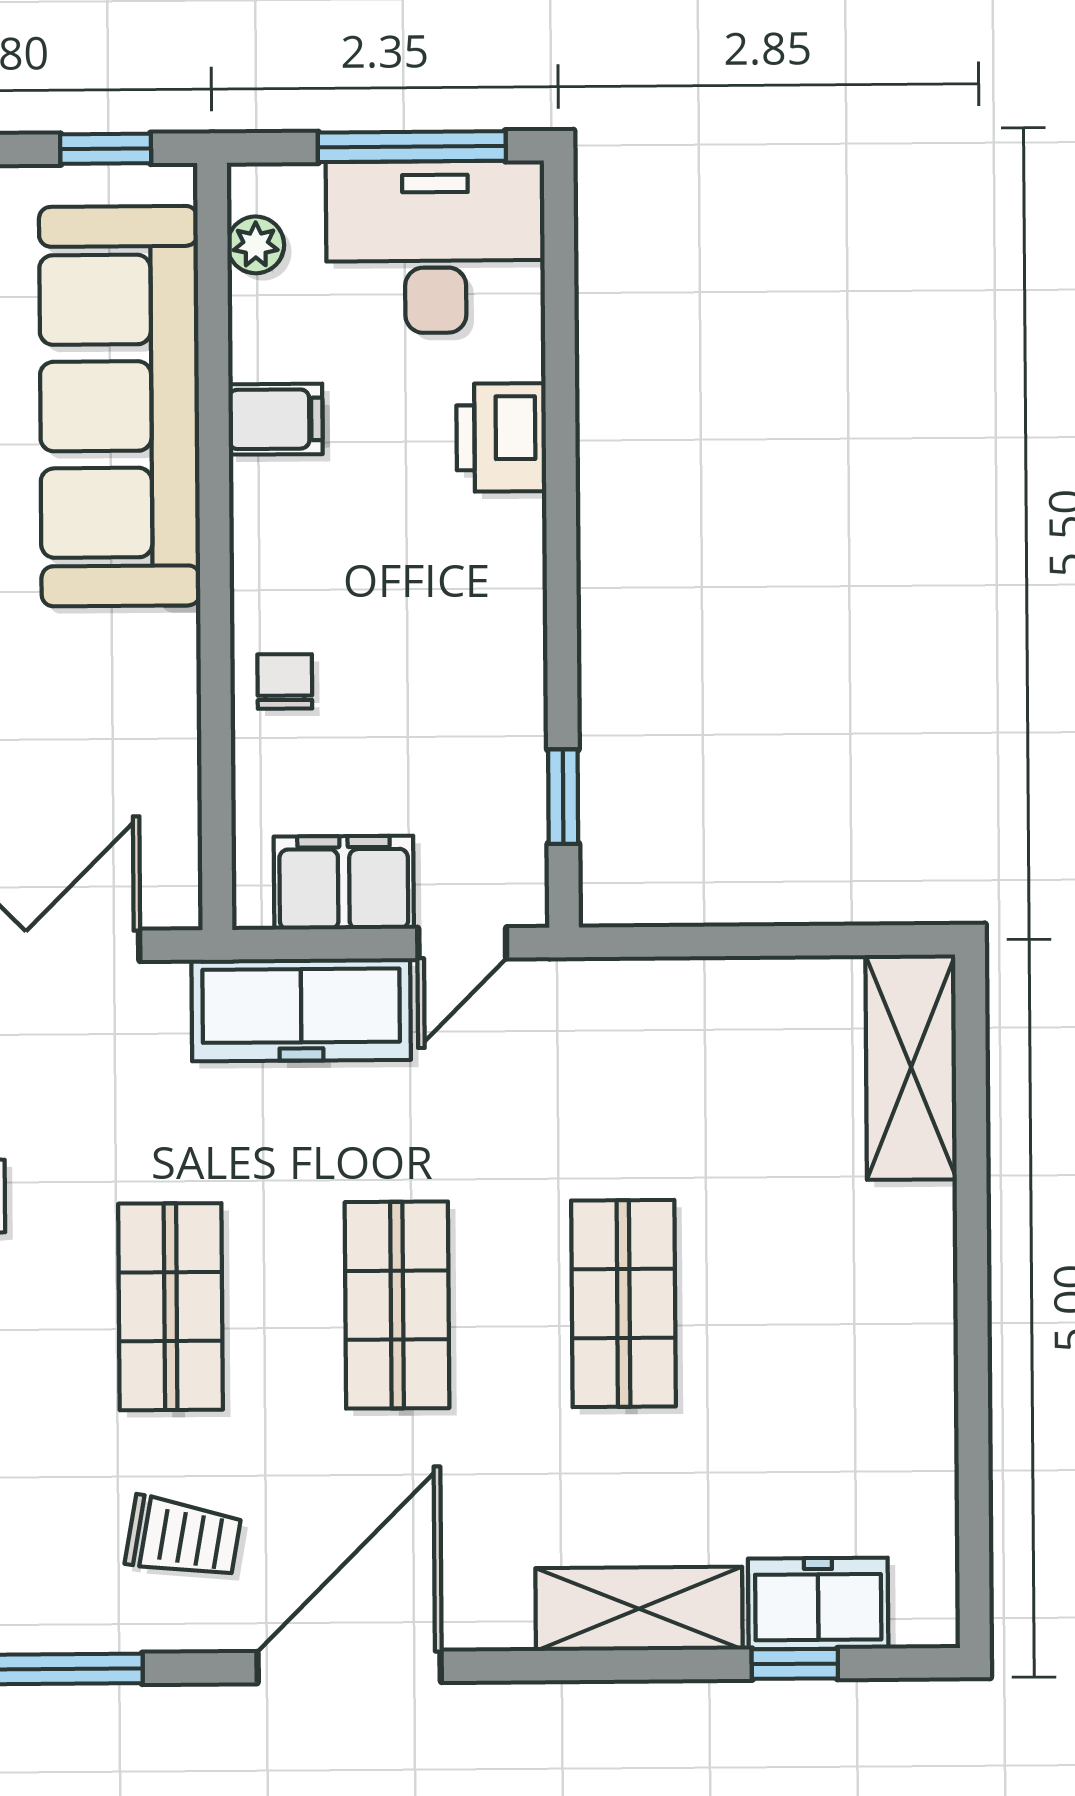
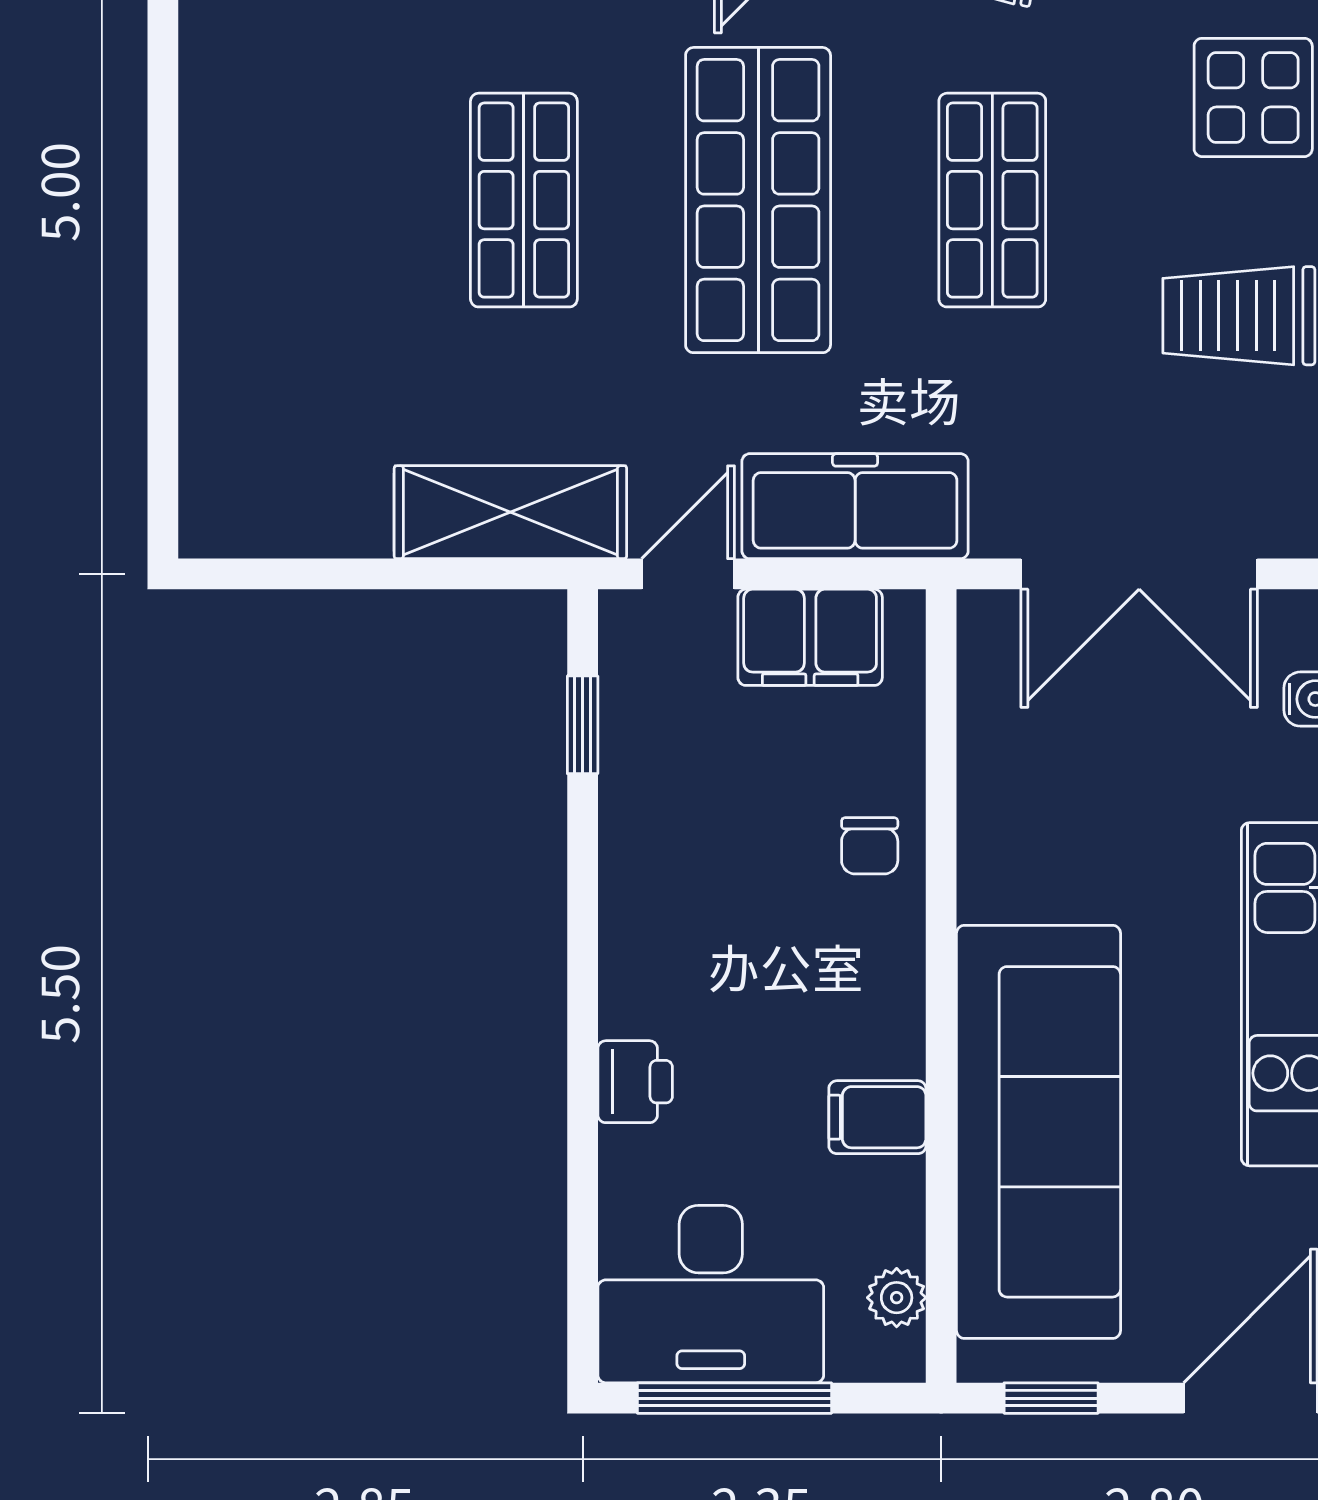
printer: (501, 438) -> (635, 1082), width x0.73, depth x0.81
shelving: (911, 1067) -> (510, 512), moved, turned 90
shop shelf: (397, 1305) -> (758, 200), width x1.43, depth x1.36

